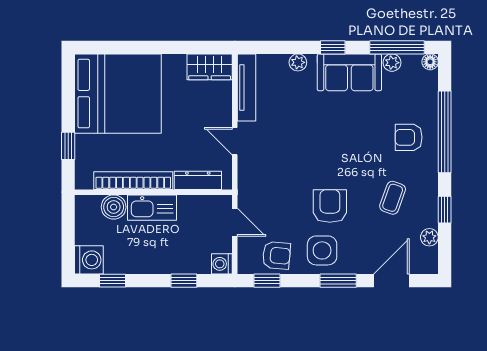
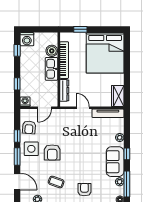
door: (235, 141) -> (83, 108), hinge flipped
armchair: (330, 206) -> (52, 153), turned 90
window: (267, 281) -> (17, 136), moved

